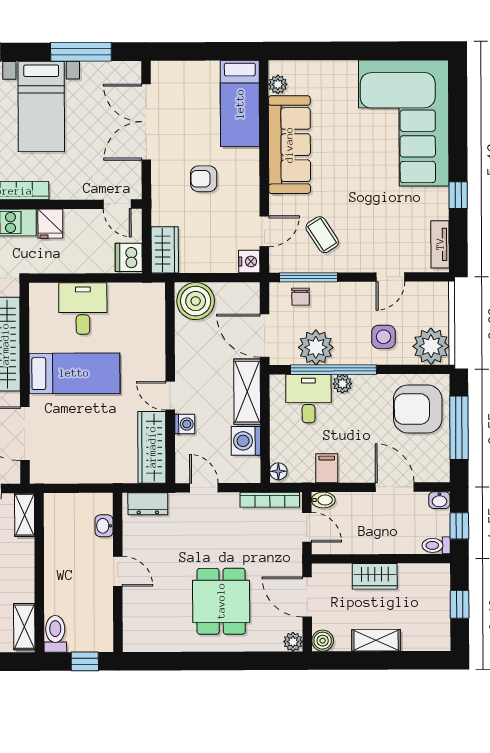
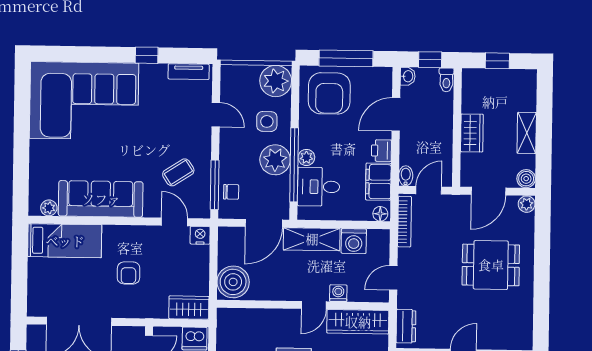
plant: (316, 347) -> (275, 160), moved
filing cabinet: (327, 468) -> (378, 182), width x2.00
printer: (352, 471) -> (381, 151), added

